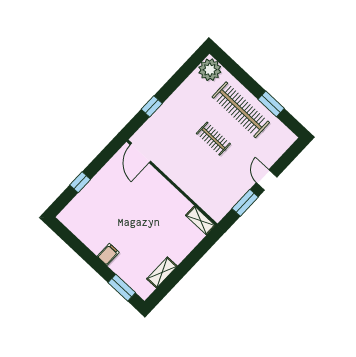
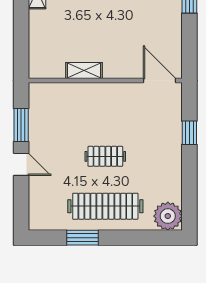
shelving: (200, 221) -> (84, 70), moved

